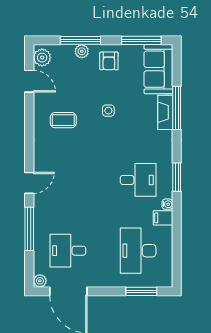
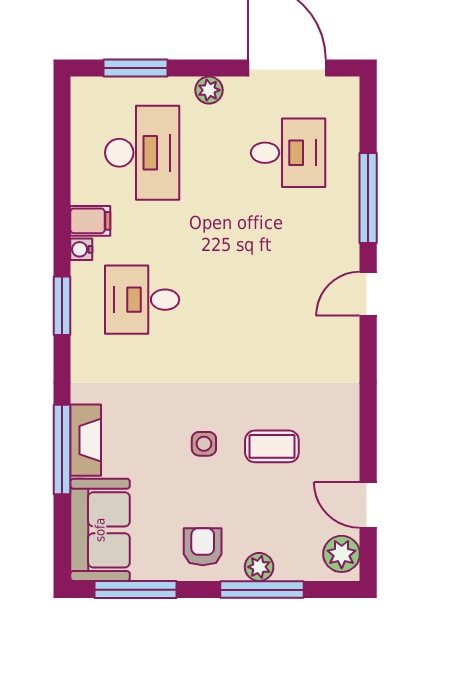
coffee table: (63, 120) -> (272, 446), moved
plant: (40, 281) -> (209, 90), moved

